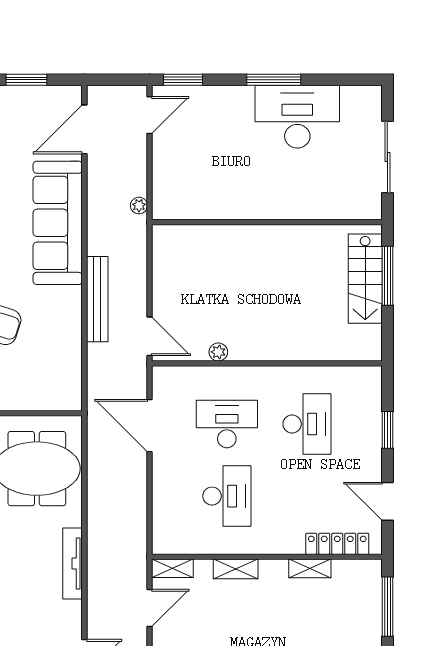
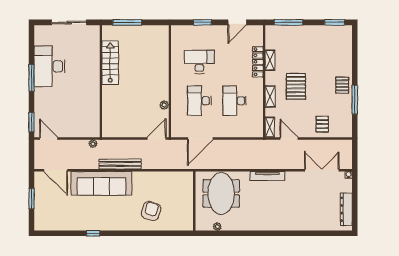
stairs: (365, 279) -> (110, 63), moved, turned -90
bench: (97, 299) -> (120, 164), moved
desk: (227, 496) -> (235, 101), turned -90
locker: (337, 544) -> (258, 62), moved
pallet: (256, 622) -> (296, 86), added

